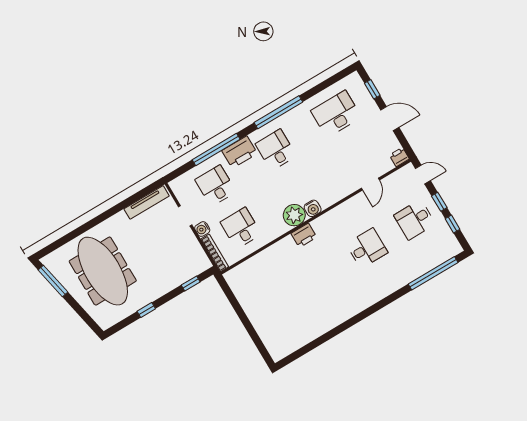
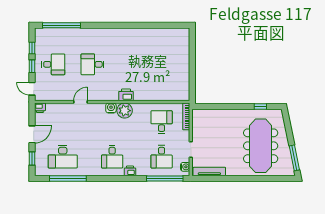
window: (278, 112) -> (68, 178), moved
door: (390, 119) -> (32, 134), swing flipped
window: (216, 149) -> (165, 178), moved
printer: (240, 152) -> (130, 171), width x0.53, depth x0.68
door: (370, 184) -> (81, 102), moved
desk: (241, 228) -> (162, 122), turned 180
water cooler: (202, 229) -> (185, 167), moved
window: (191, 284) -> (212, 106), removed
window: (146, 310) -> (260, 106), moved

